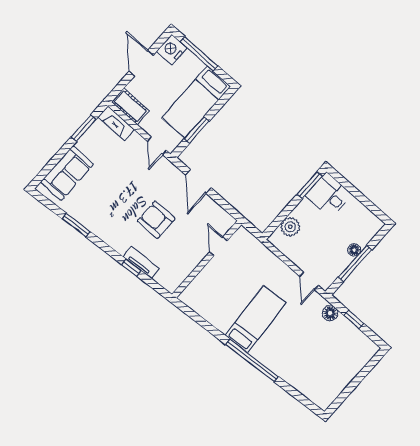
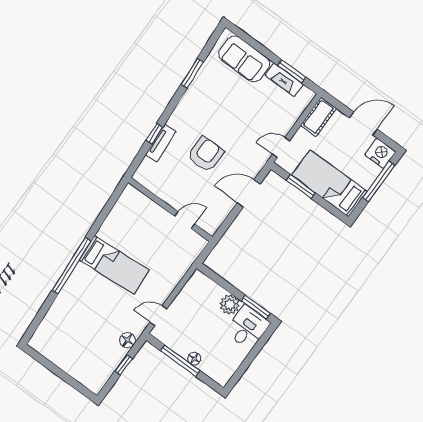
fireplace: (116, 123) -> (284, 80), moved, turned -90
plant: (290, 227) -> (230, 305), moved

